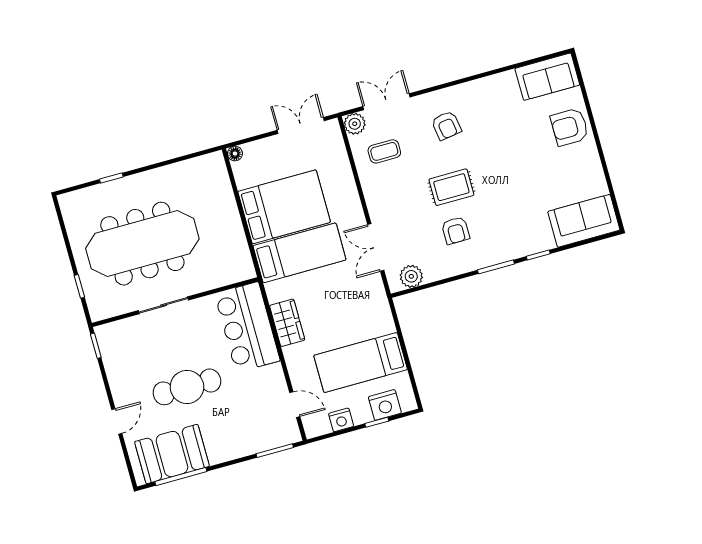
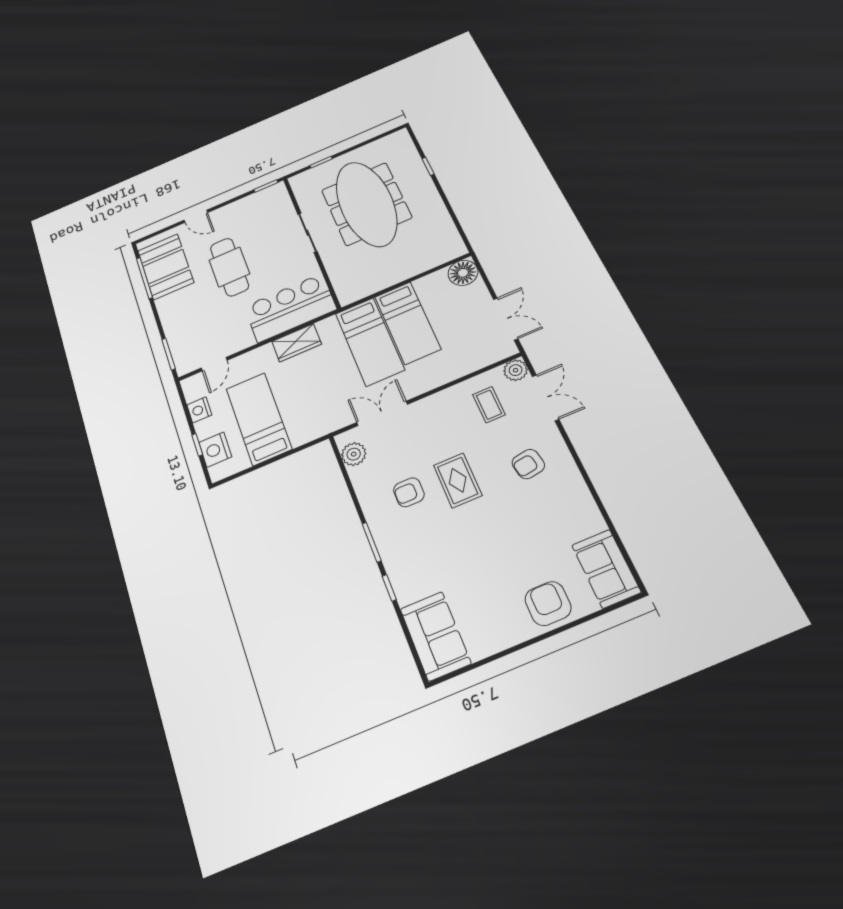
floor lamp: (235, 154) -> (463, 273), width x1.89, depth x1.89
bed: (284, 207) -> (408, 323), width x0.67

